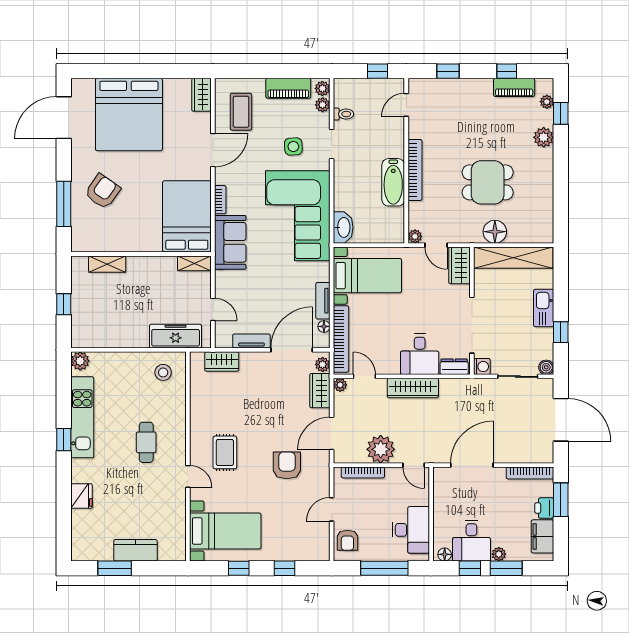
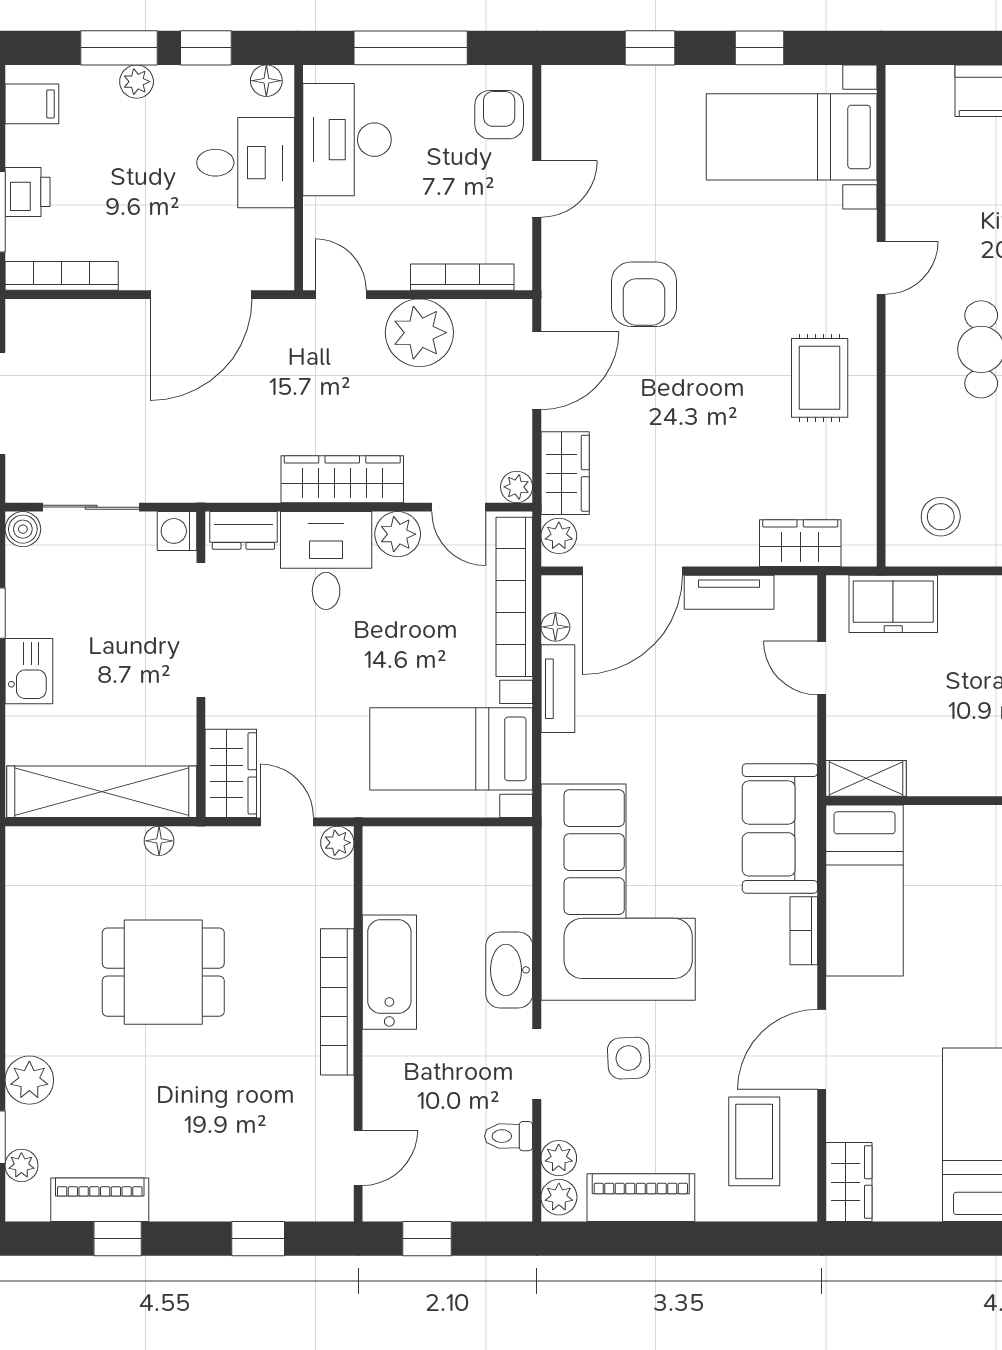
bed: (187, 216) -> (864, 891), width x0.67
washbasin: (343, 227) -> (509, 970), moved
floor lamp: (495, 232) -> (159, 841), width x0.53, depth x0.53
kitchen sink: (544, 308) -> (29, 671), width x0.73
freezer: (176, 336) -> (893, 604), width x0.71
plant: (390, 365) -> (398, 534), added
rug: (225, 452) -> (820, 378), moved
door: (188, 476) -> (881, 268), swing flipped
filing cabinet: (542, 536) -> (32, 104), width x0.50
desk: (471, 541) -> (246, 163), moved, turned 90

